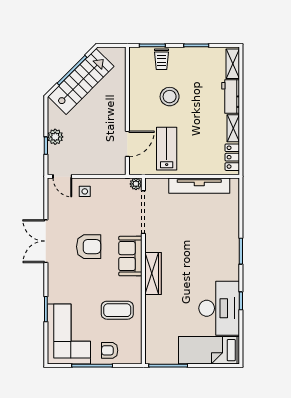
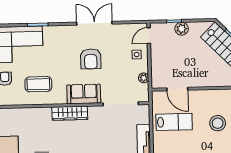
plant: (136, 184) -> (144, 78), moved
coffee table: (117, 310) -> (38, 84), turned 90

